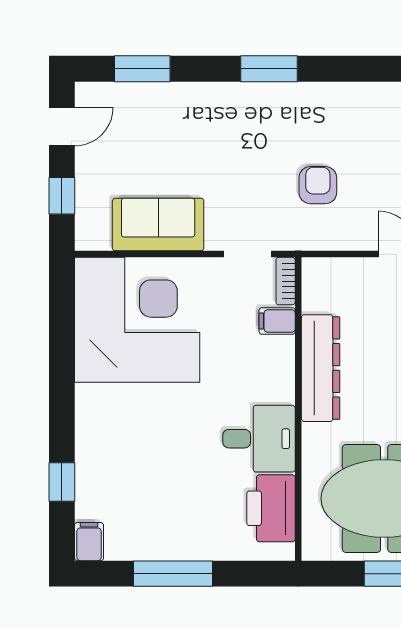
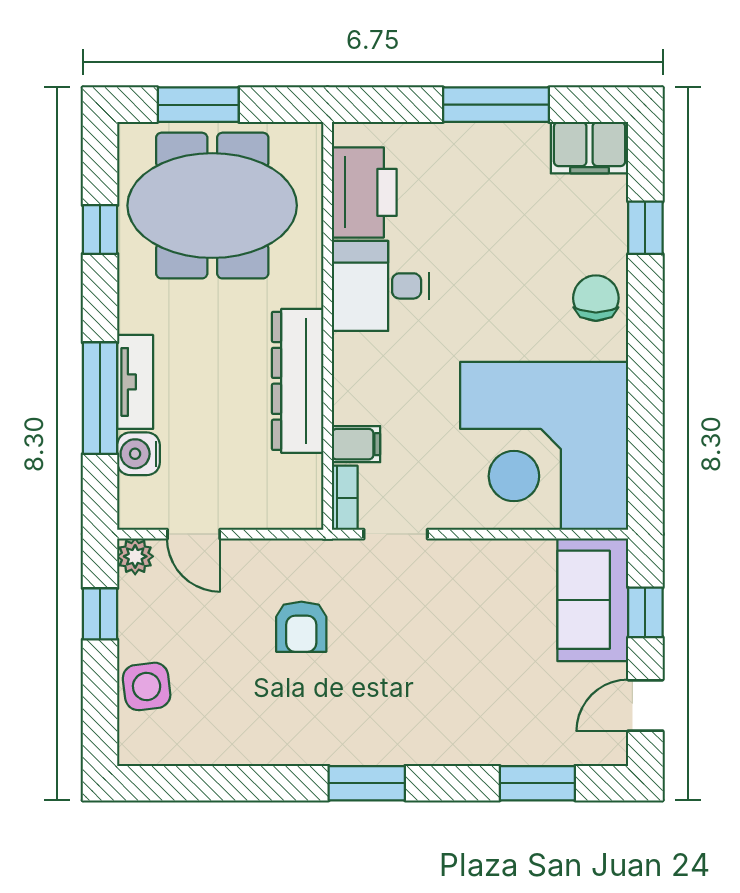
sofa: (158, 224) -> (593, 600), moved, turned 90
chair: (99, 430) -> (596, 298), added
filing cabinet: (89, 542) -> (590, 148), width x2.00

